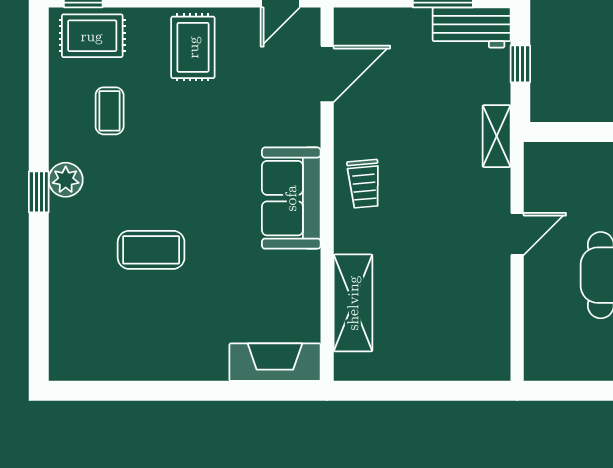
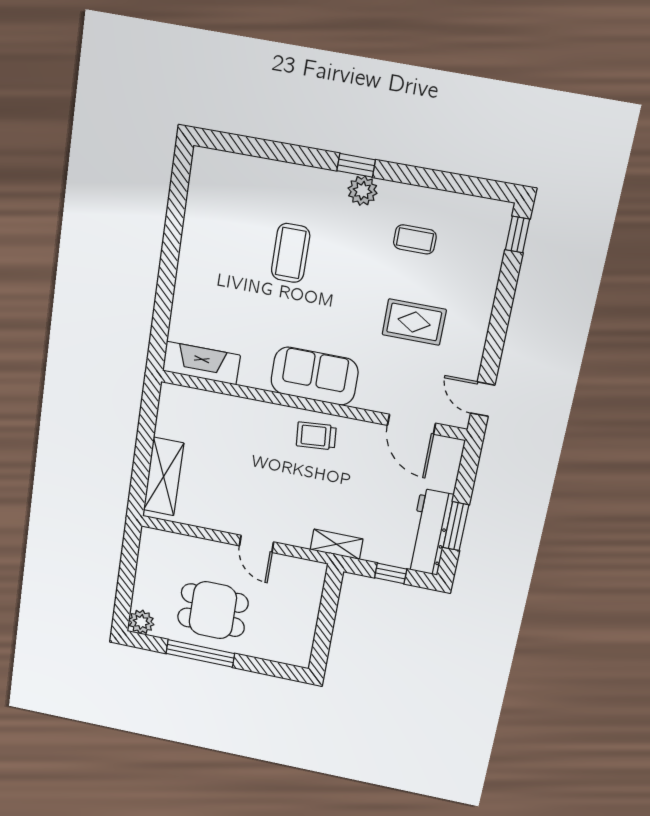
workbench: (472, 28) -> (429, 532), width x1.38
rug: (92, 36) -> (483, 236), removed
rug: (193, 47) -> (414, 322), moved
shelving: (353, 303) -> (164, 477), moved, turned 90
fireplace: (275, 362) -> (201, 363), moved, turned -90

